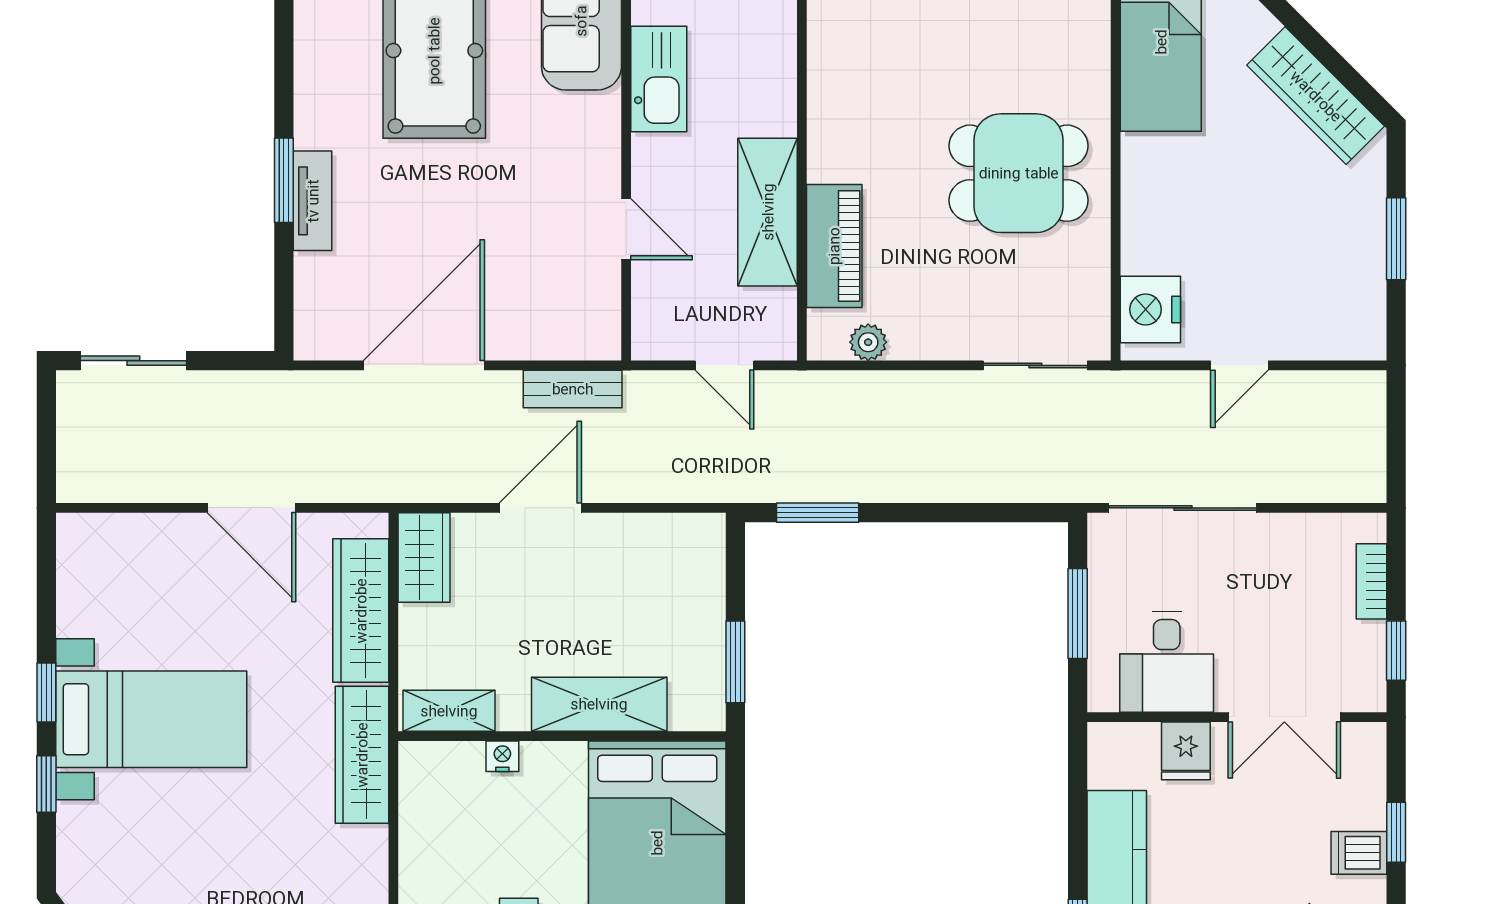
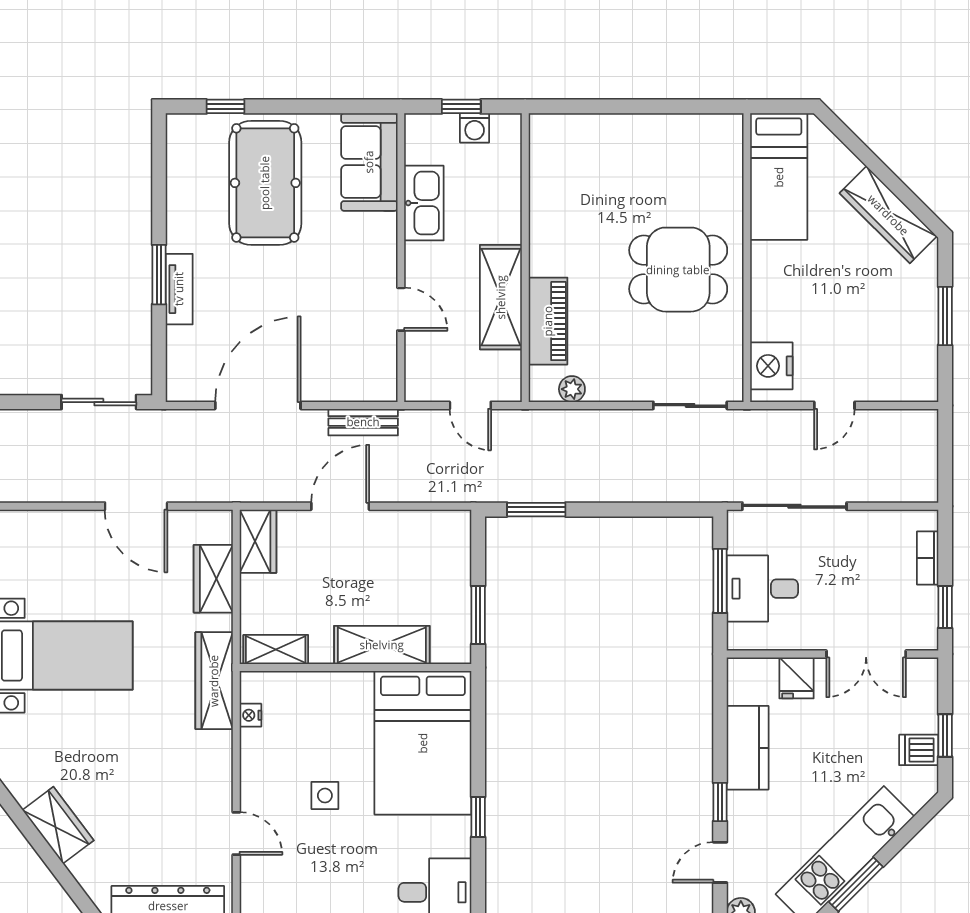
sliding door: (133, 361) -> (99, 402), moved
wardrobe: (361, 611) -> (213, 579), width x0.67
desk: (1167, 662) -> (762, 589), moved, turned 90
nightstand: (502, 756) -> (250, 715), moved, turned -90

